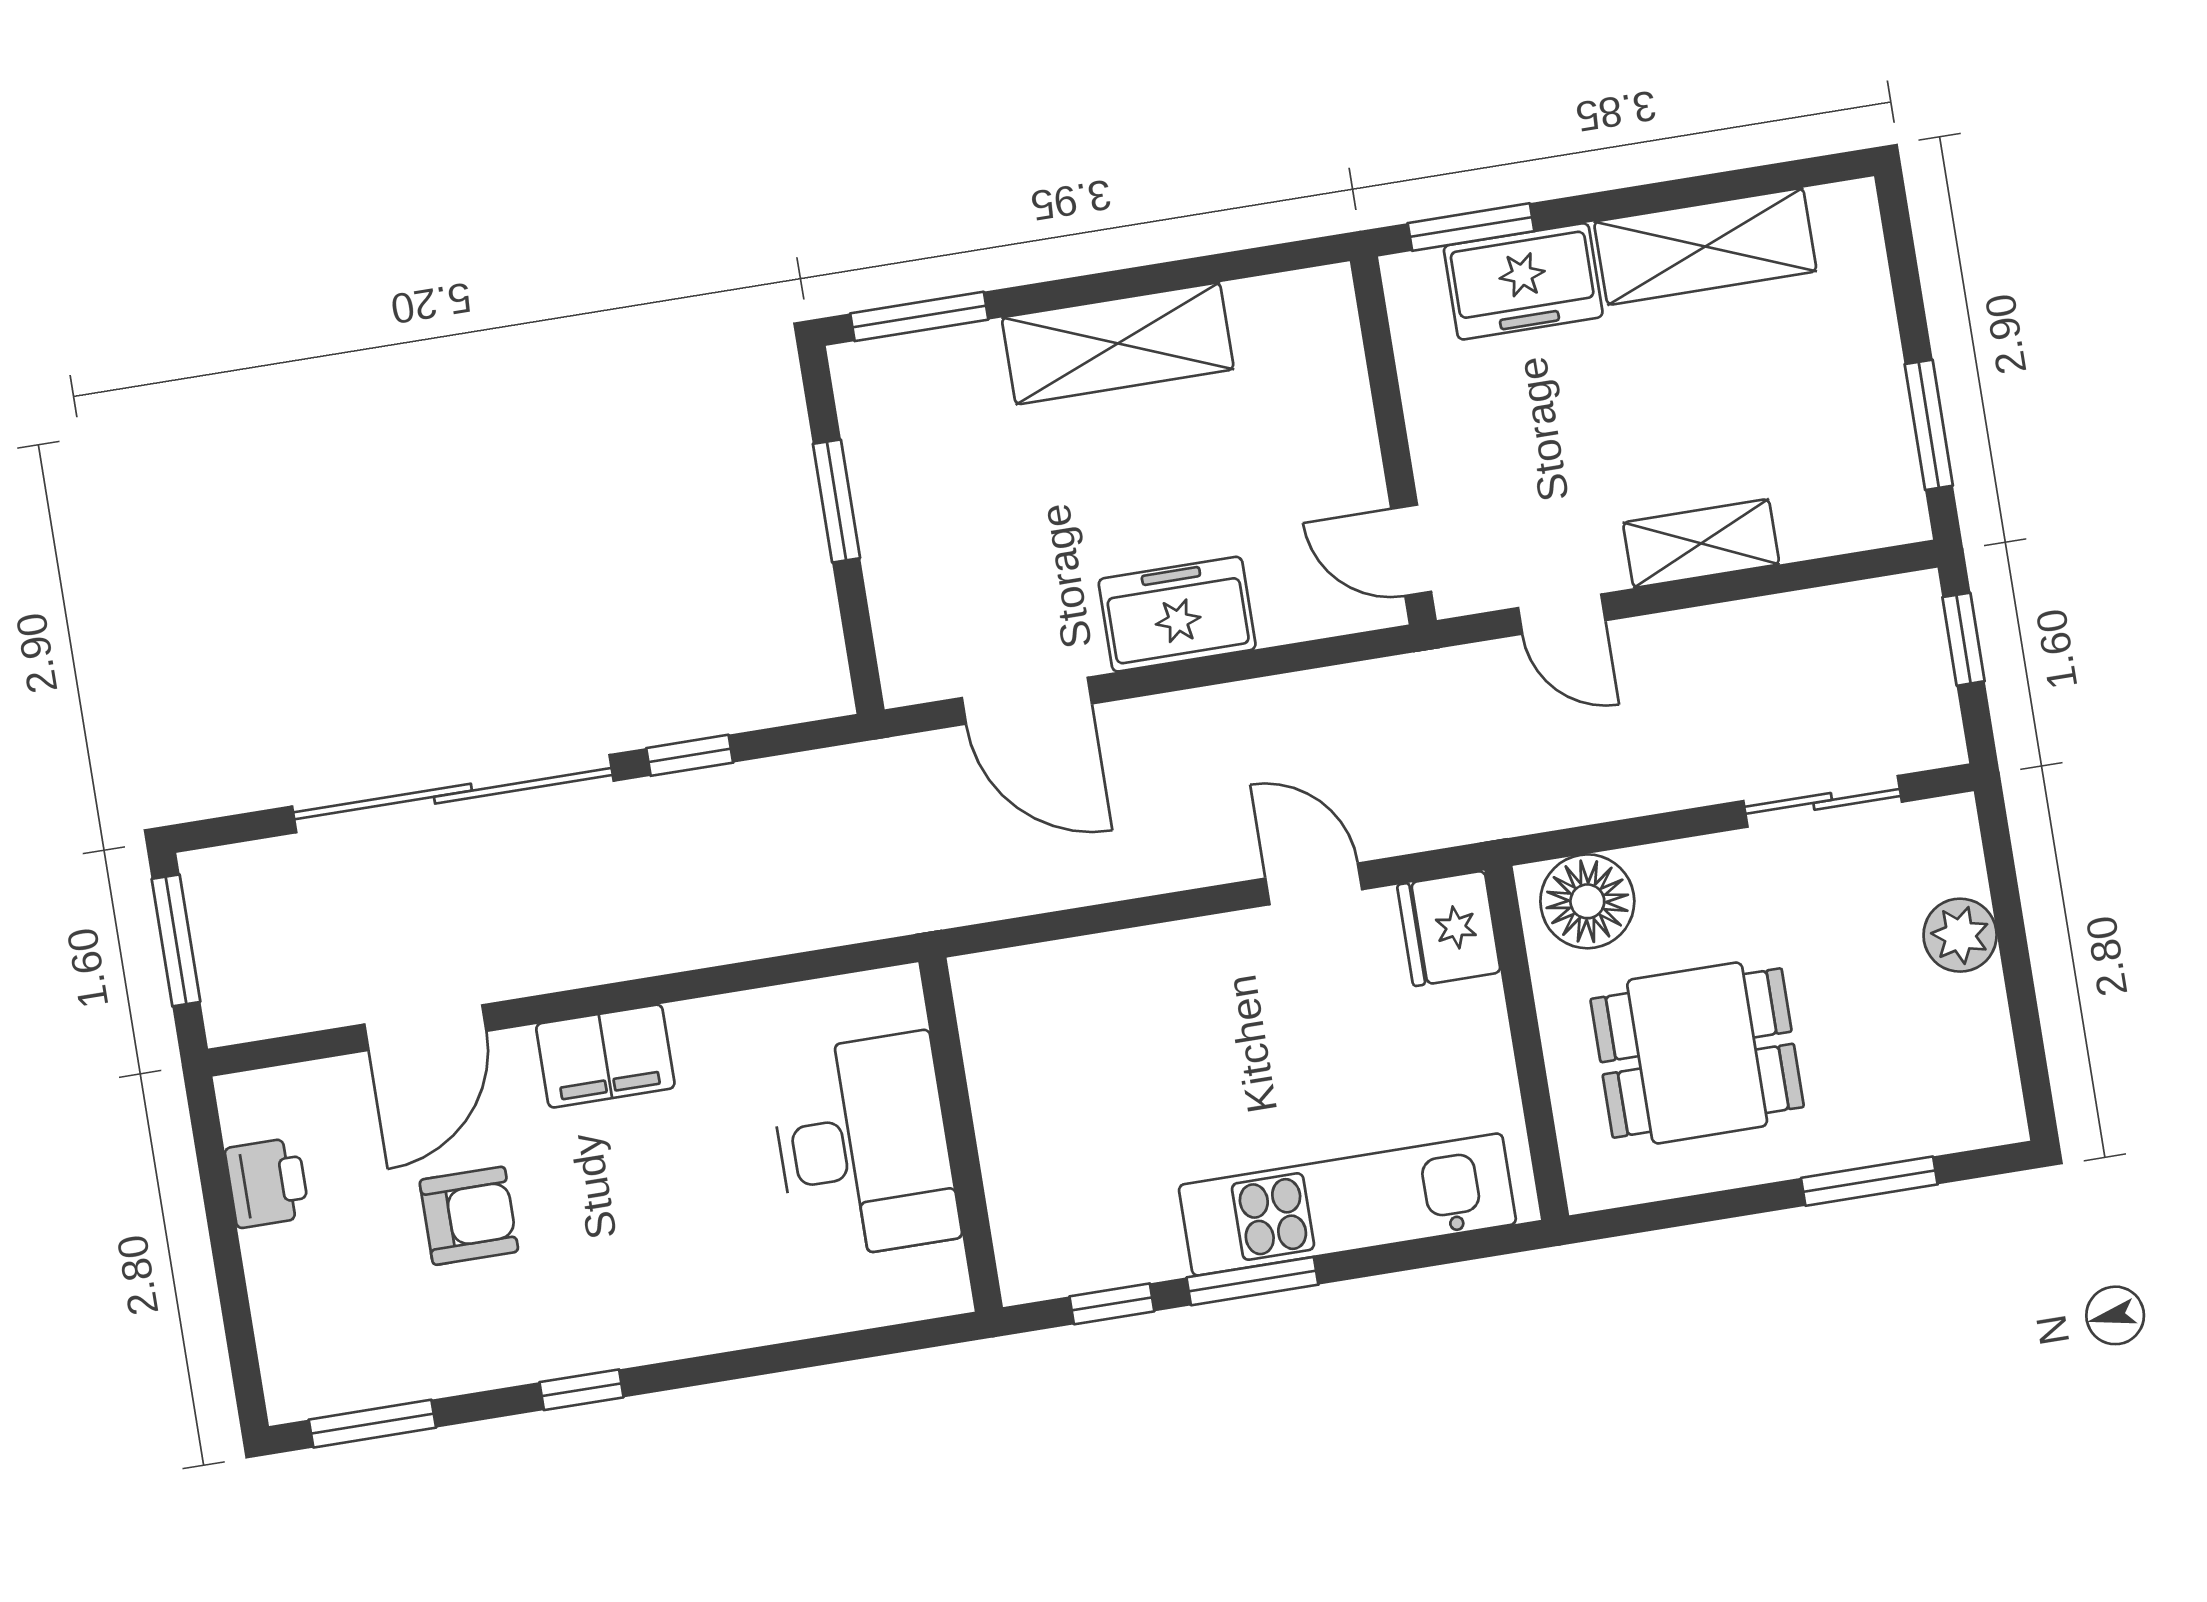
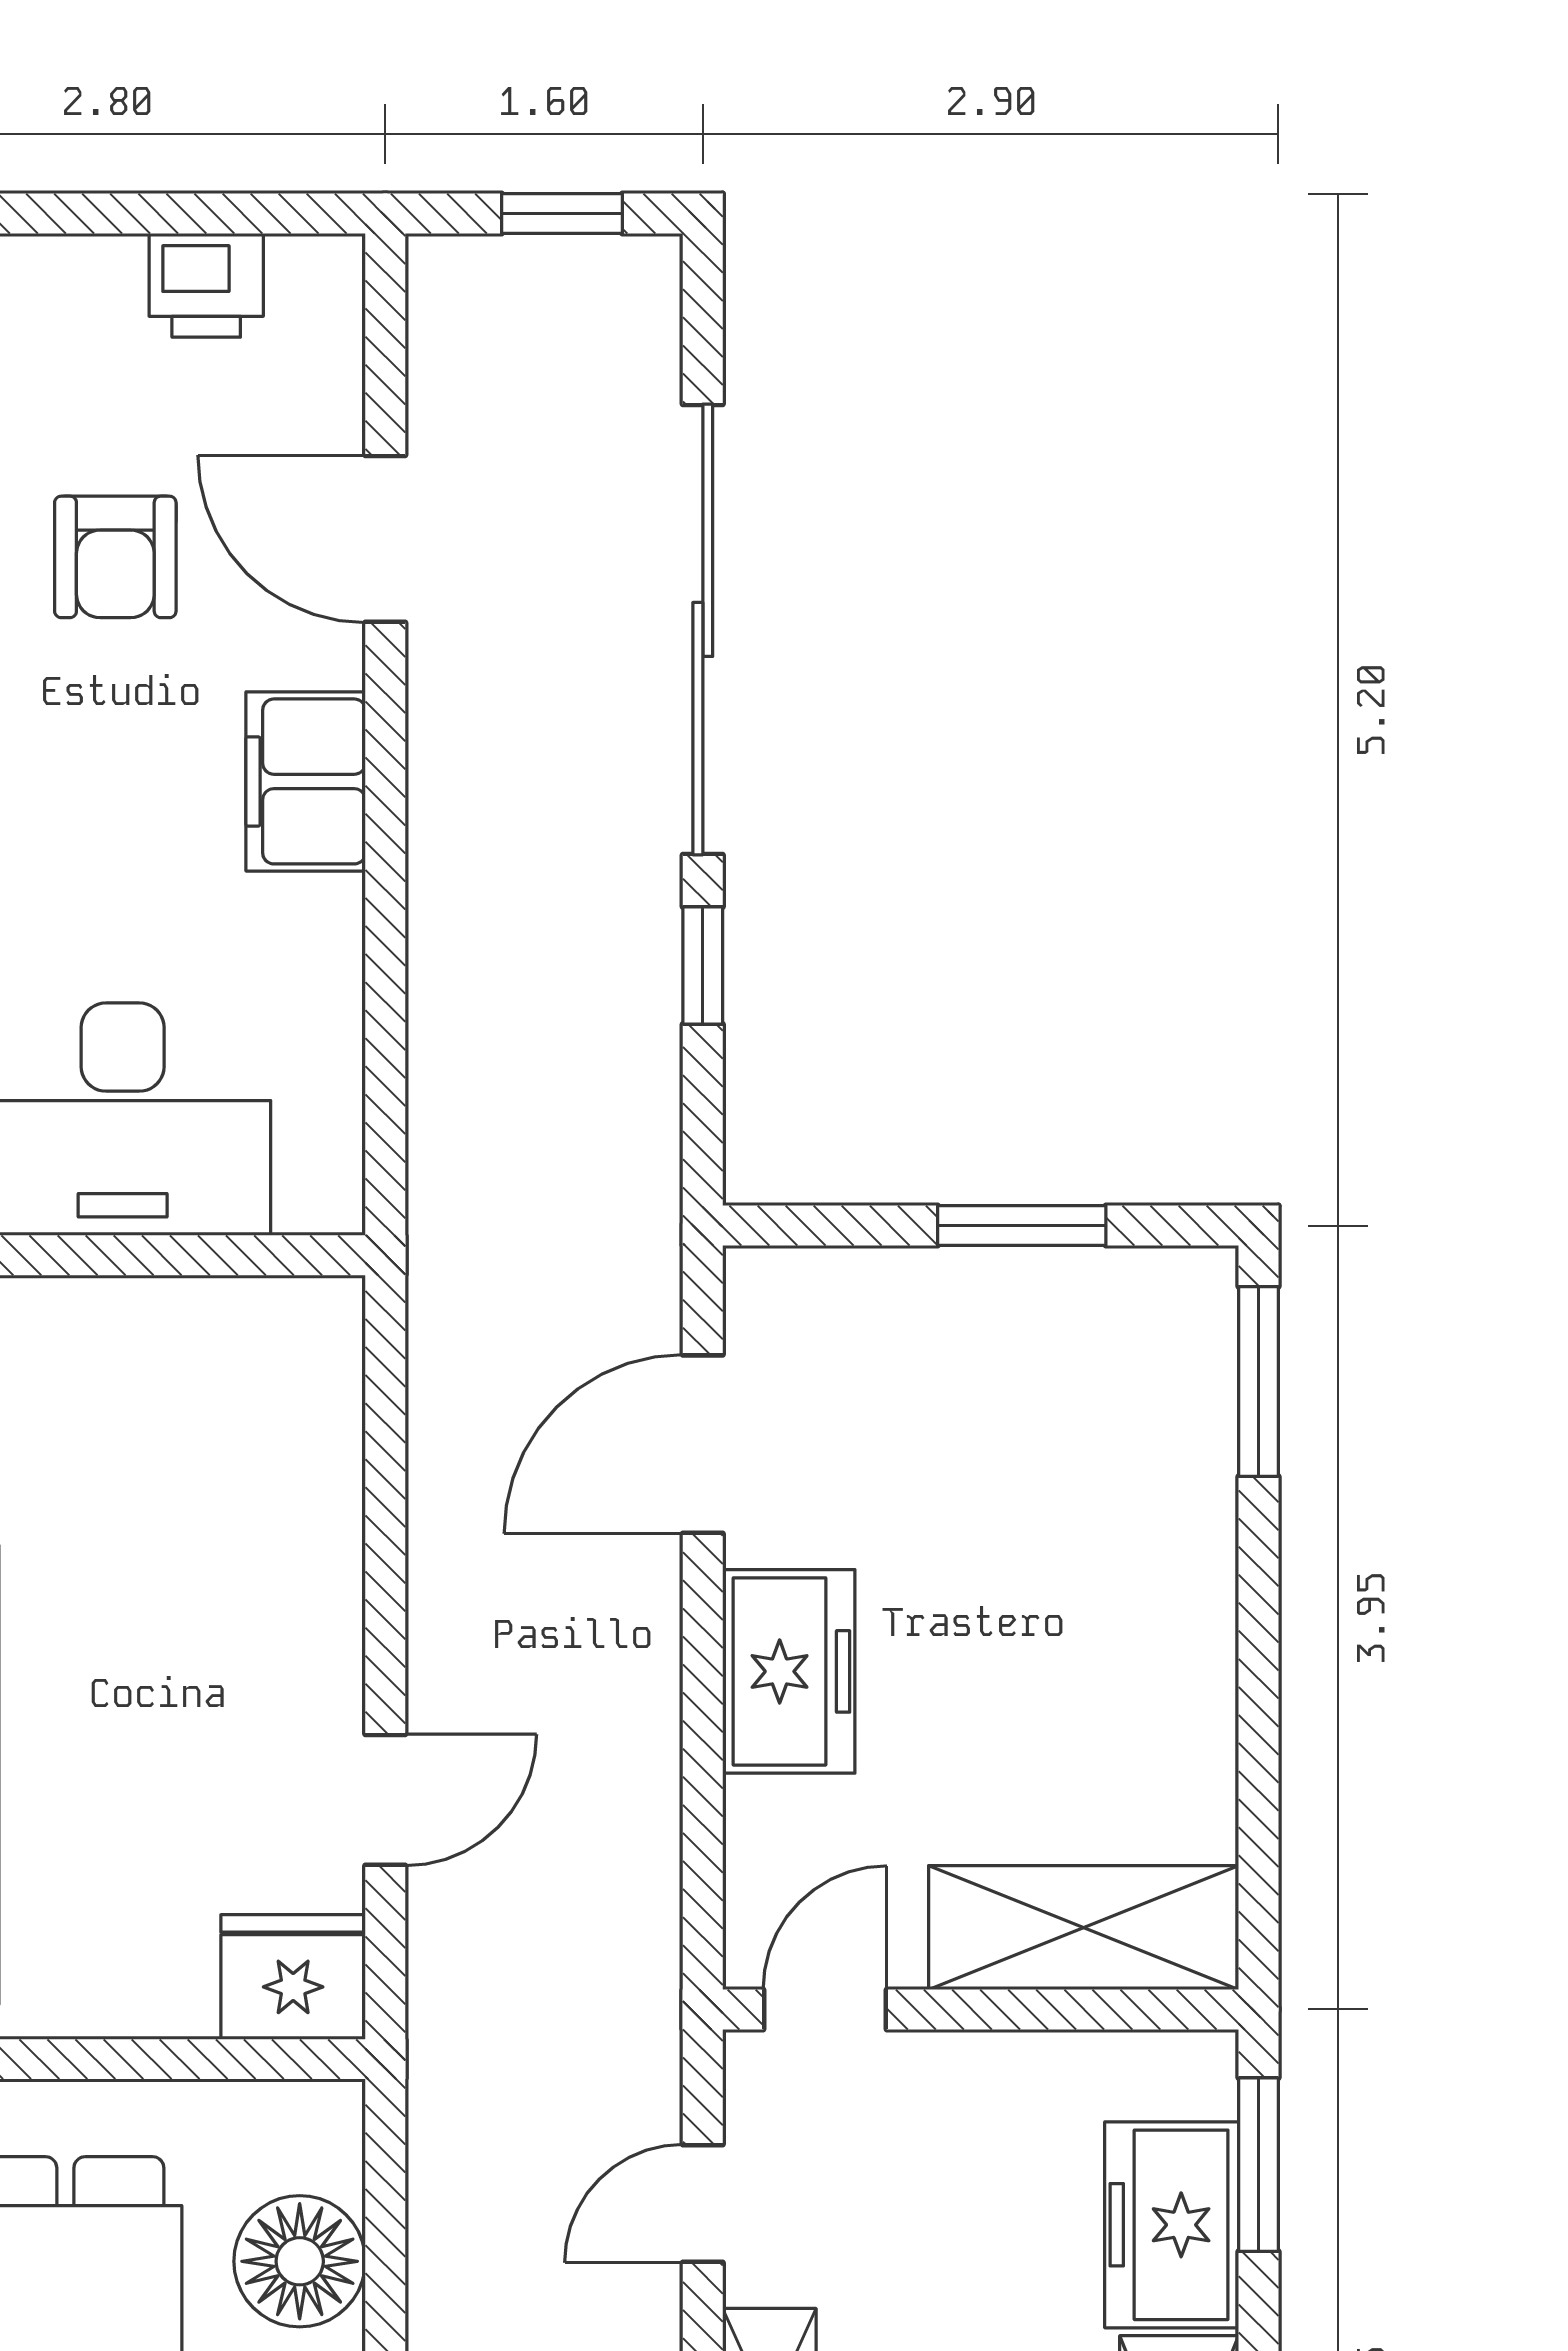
shelving: (1118, 343) -> (1084, 1928), moved, turned 90
floor lamp: (1587, 901) -> (300, 2261), moved
window: (176, 940) -> (562, 213), width x0.67

